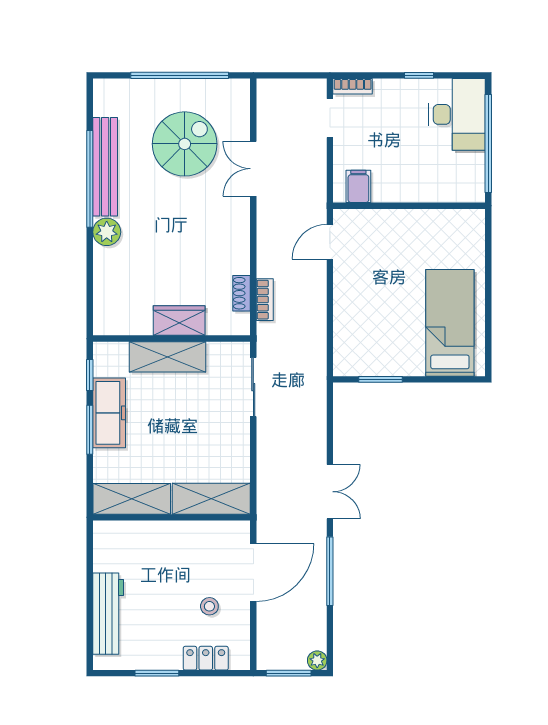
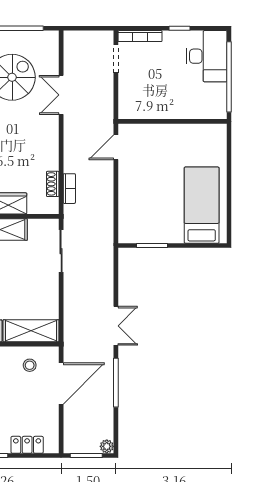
bookcase: (353, 86) -> (140, 36), width x1.56
filing cabinet: (358, 186) -> (136, 108), removed
stool: (209, 606) -> (30, 365), moved

